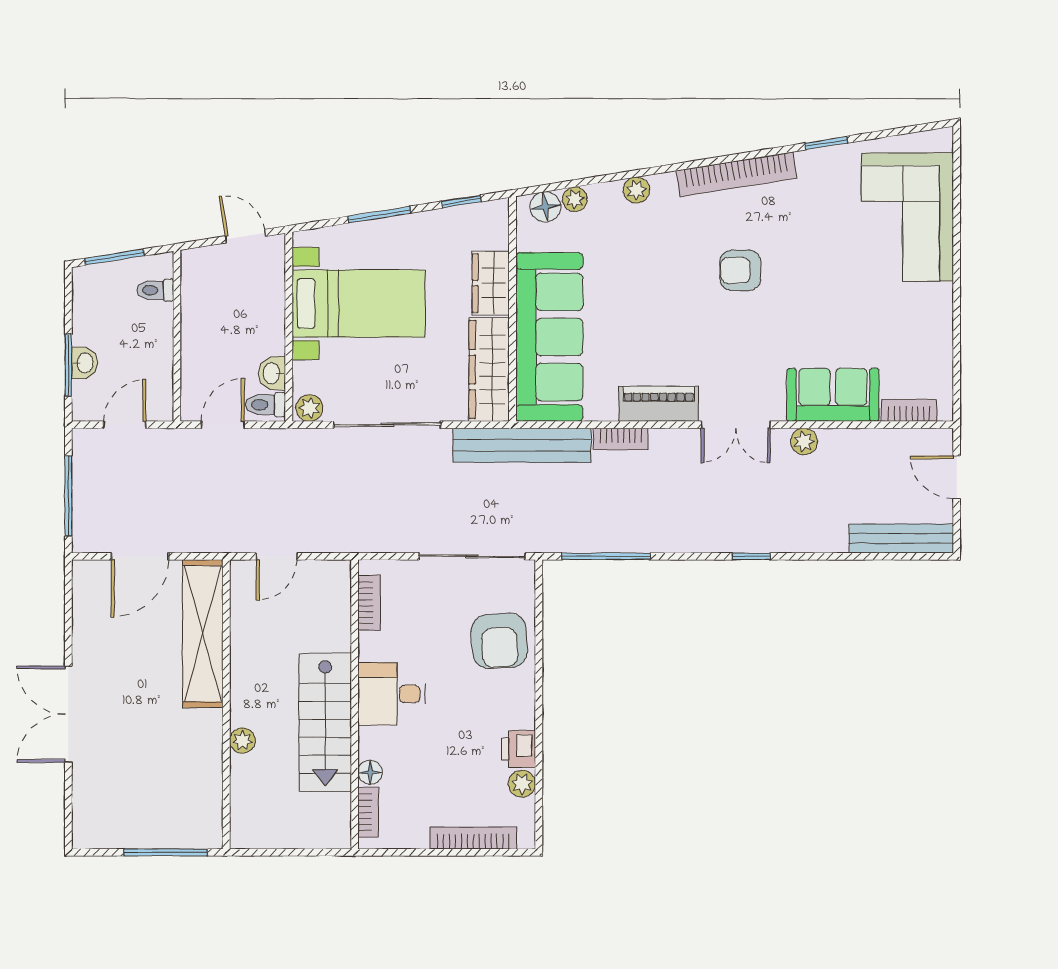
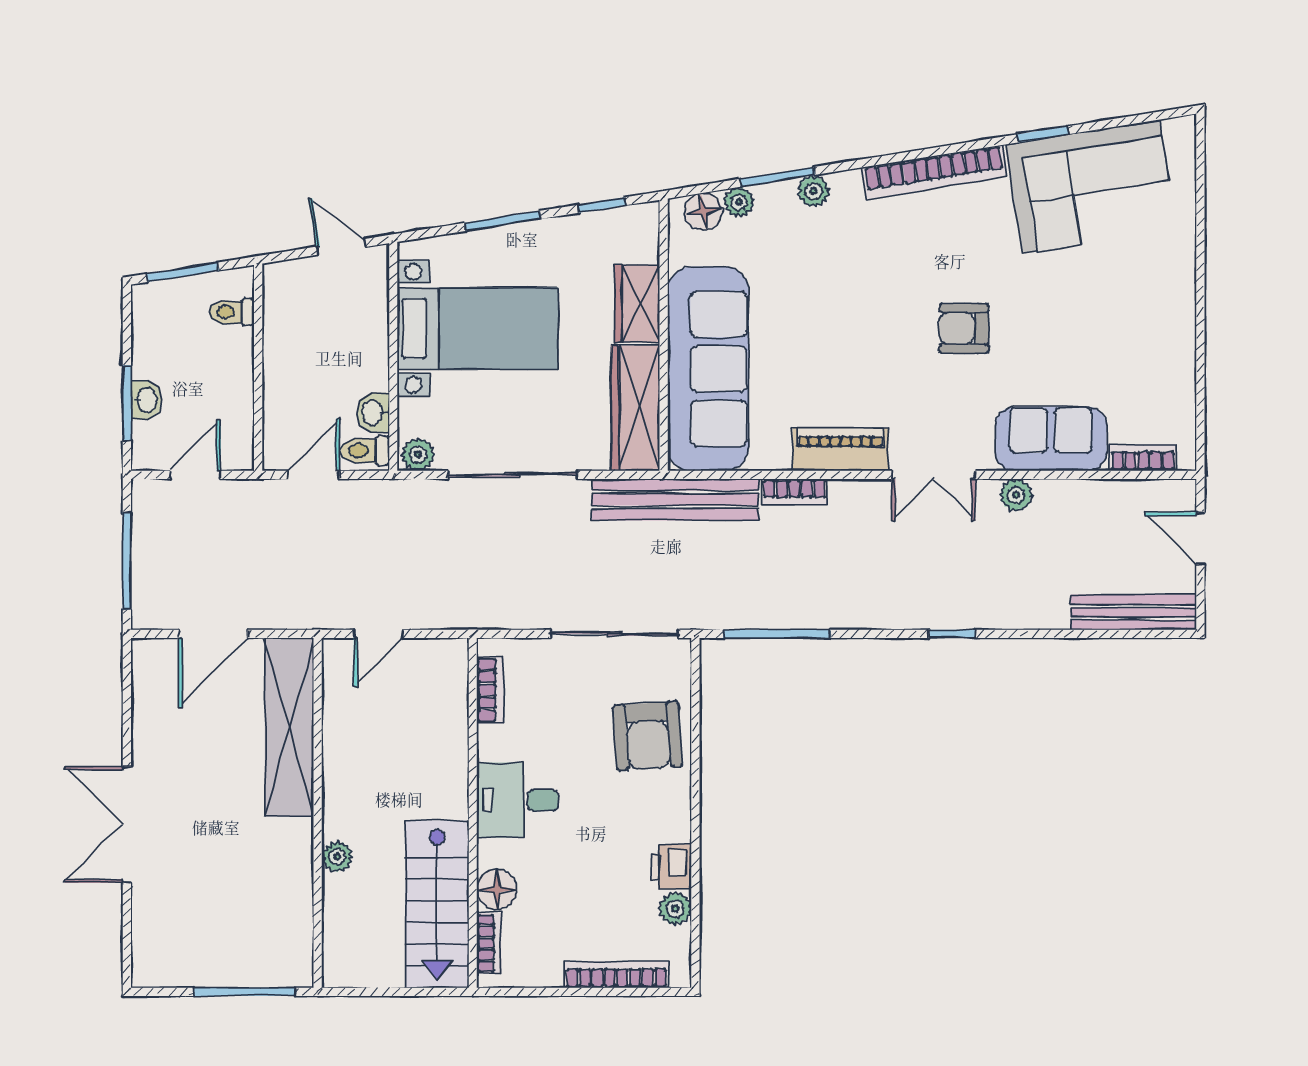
window: (607, 178) -> (777, 177), added
corner sofa: (907, 217) -> (1091, 187), moved, turned -99
armchair: (740, 270) -> (964, 328), moved
stairs: (325, 722) -> (437, 904), moved
floor lamp: (370, 772) -> (497, 889), width x1.37, depth x1.37

